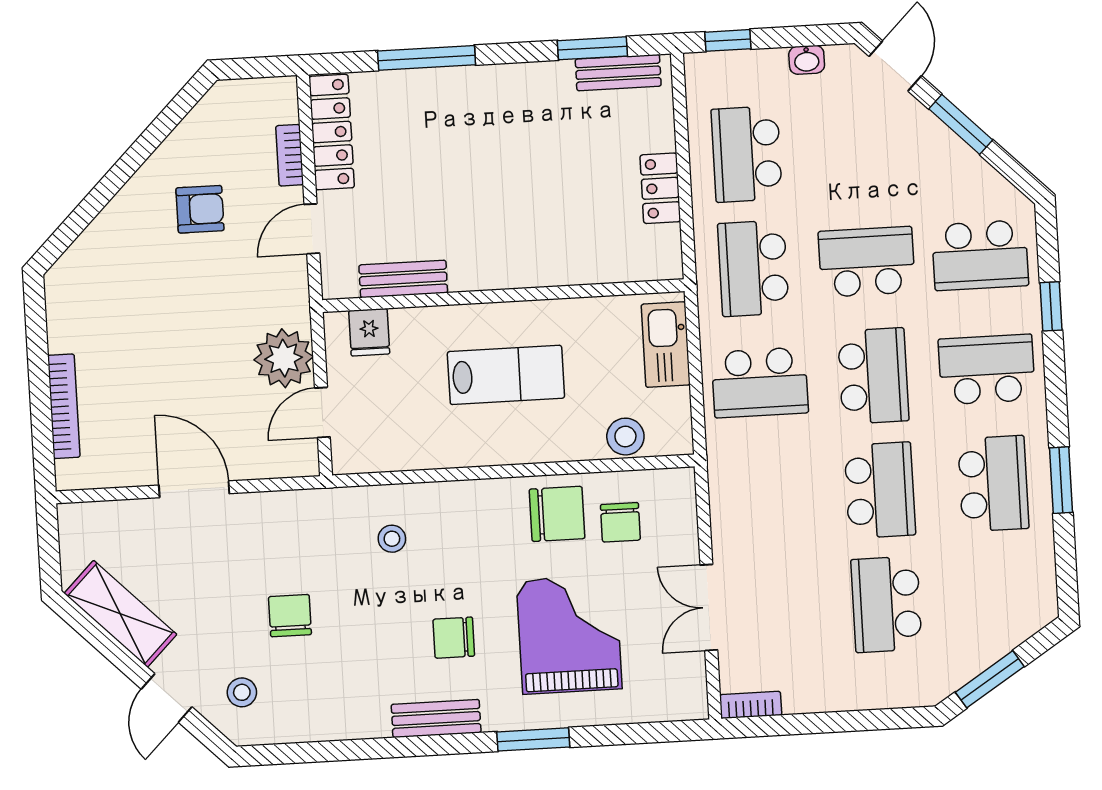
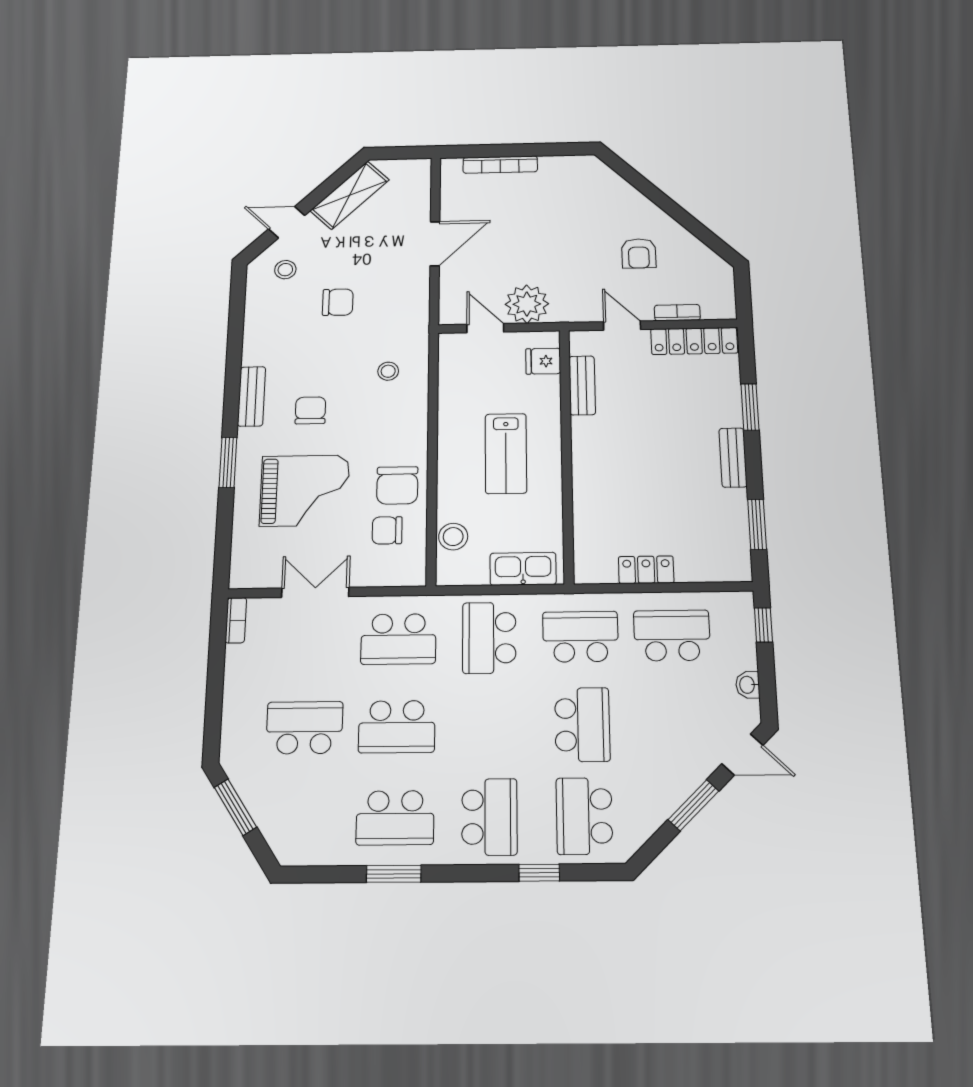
window: (427, 58) -> (750, 407), width x0.69
bench: (618, 73) -> (733, 458), moved
school desk: (873, 376) -> (398, 639), moved

